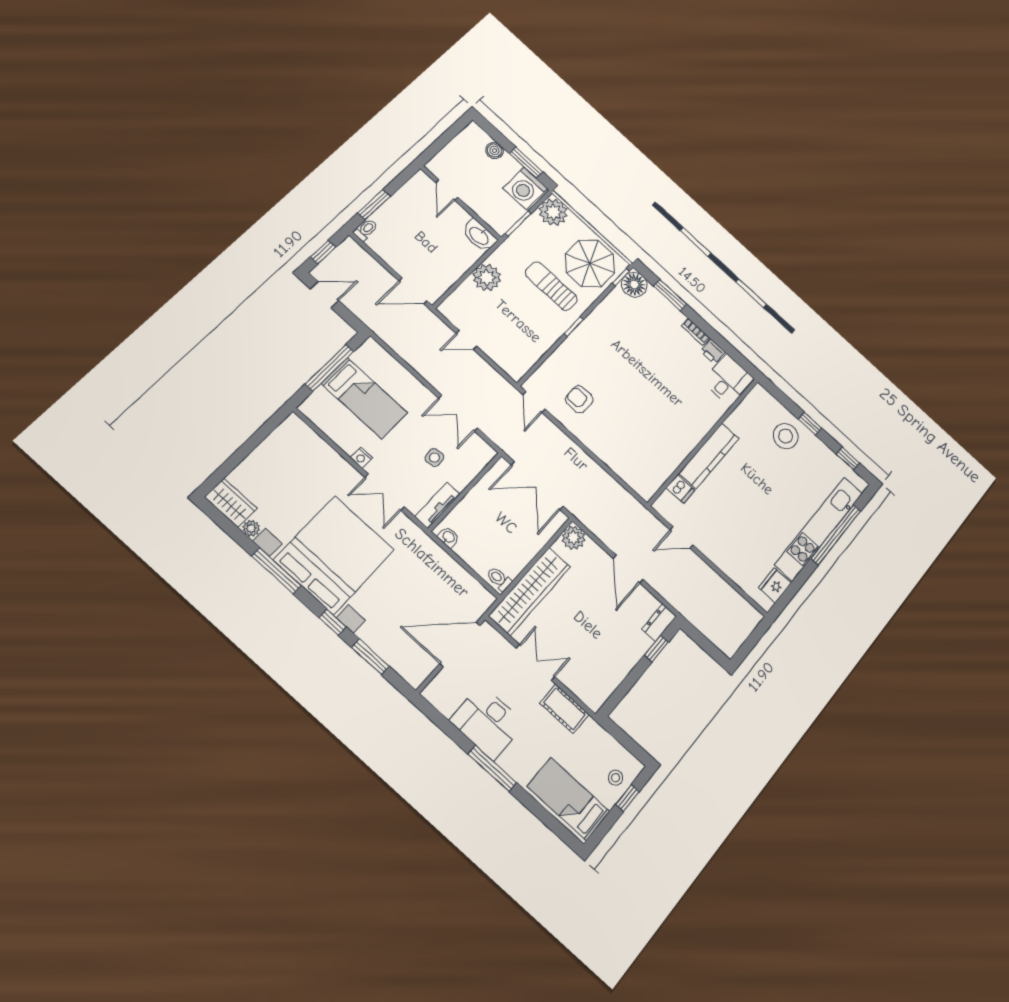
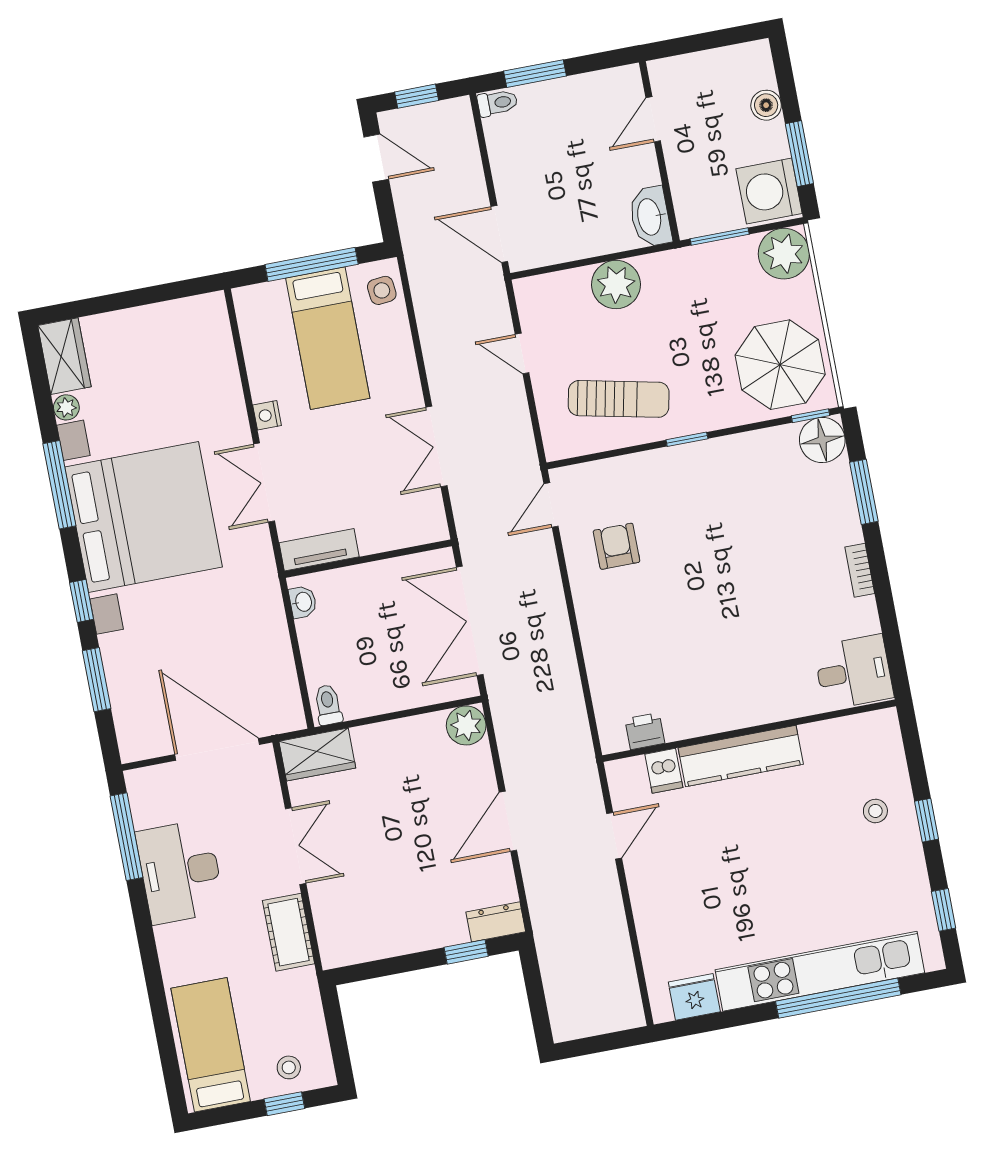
sun lounger: (551, 286) -> (619, 399), moved, turned 102
printer: (713, 352) -> (645, 731), moved, turned 90
stool: (786, 436) -> (875, 811), width x0.53, depth x0.53
side table: (434, 457) -> (382, 290), moved
door: (682, 537) -> (614, 836), swing flipped
wardrobe: (530, 591) -> (317, 755), width x0.48, depth x0.85
window: (492, 768) -> (127, 837), moved

